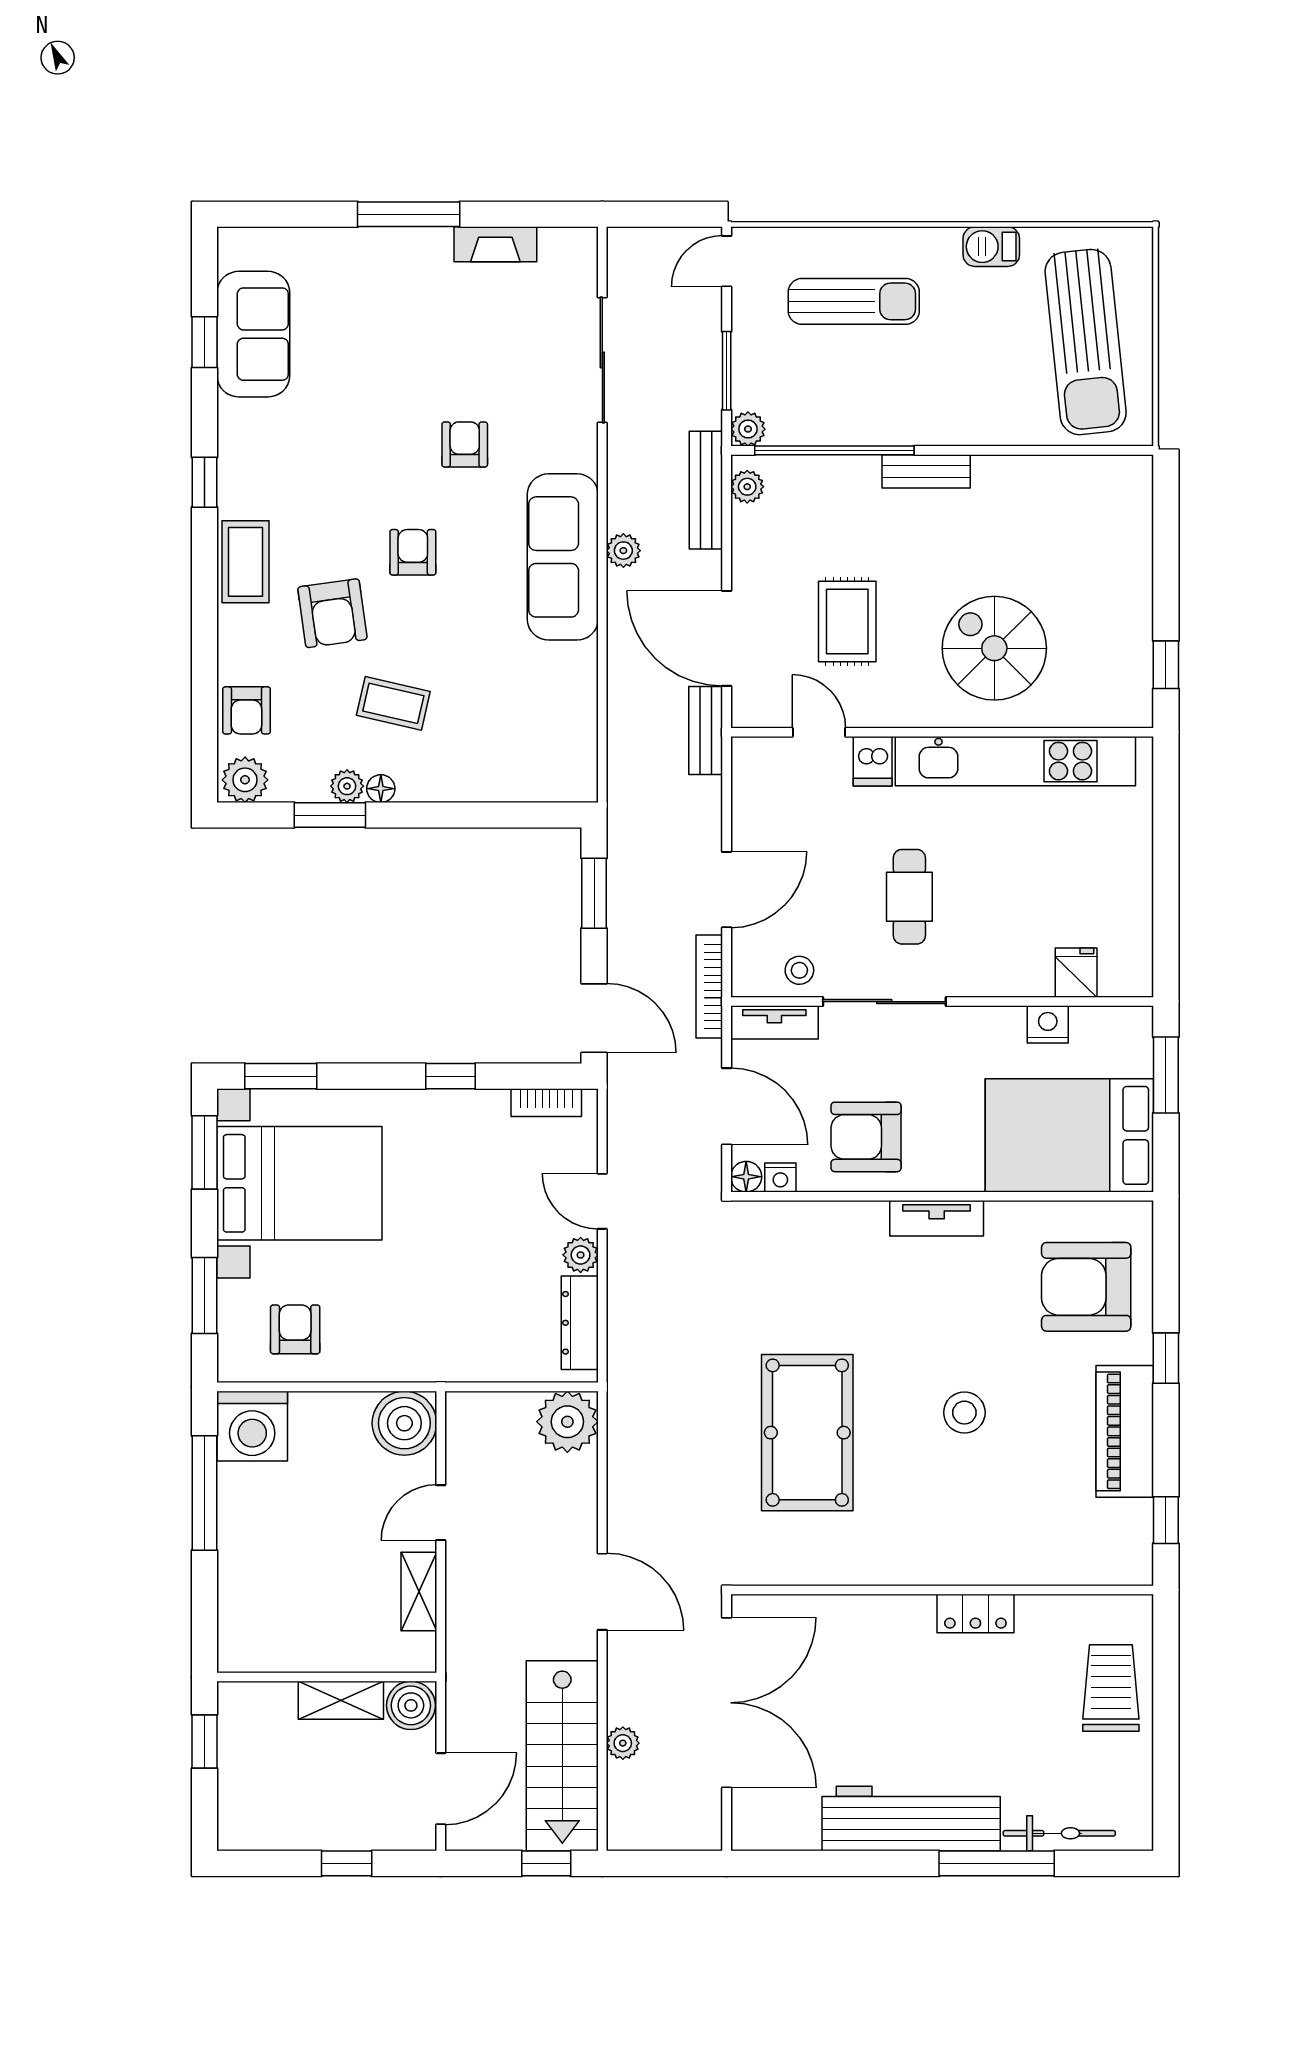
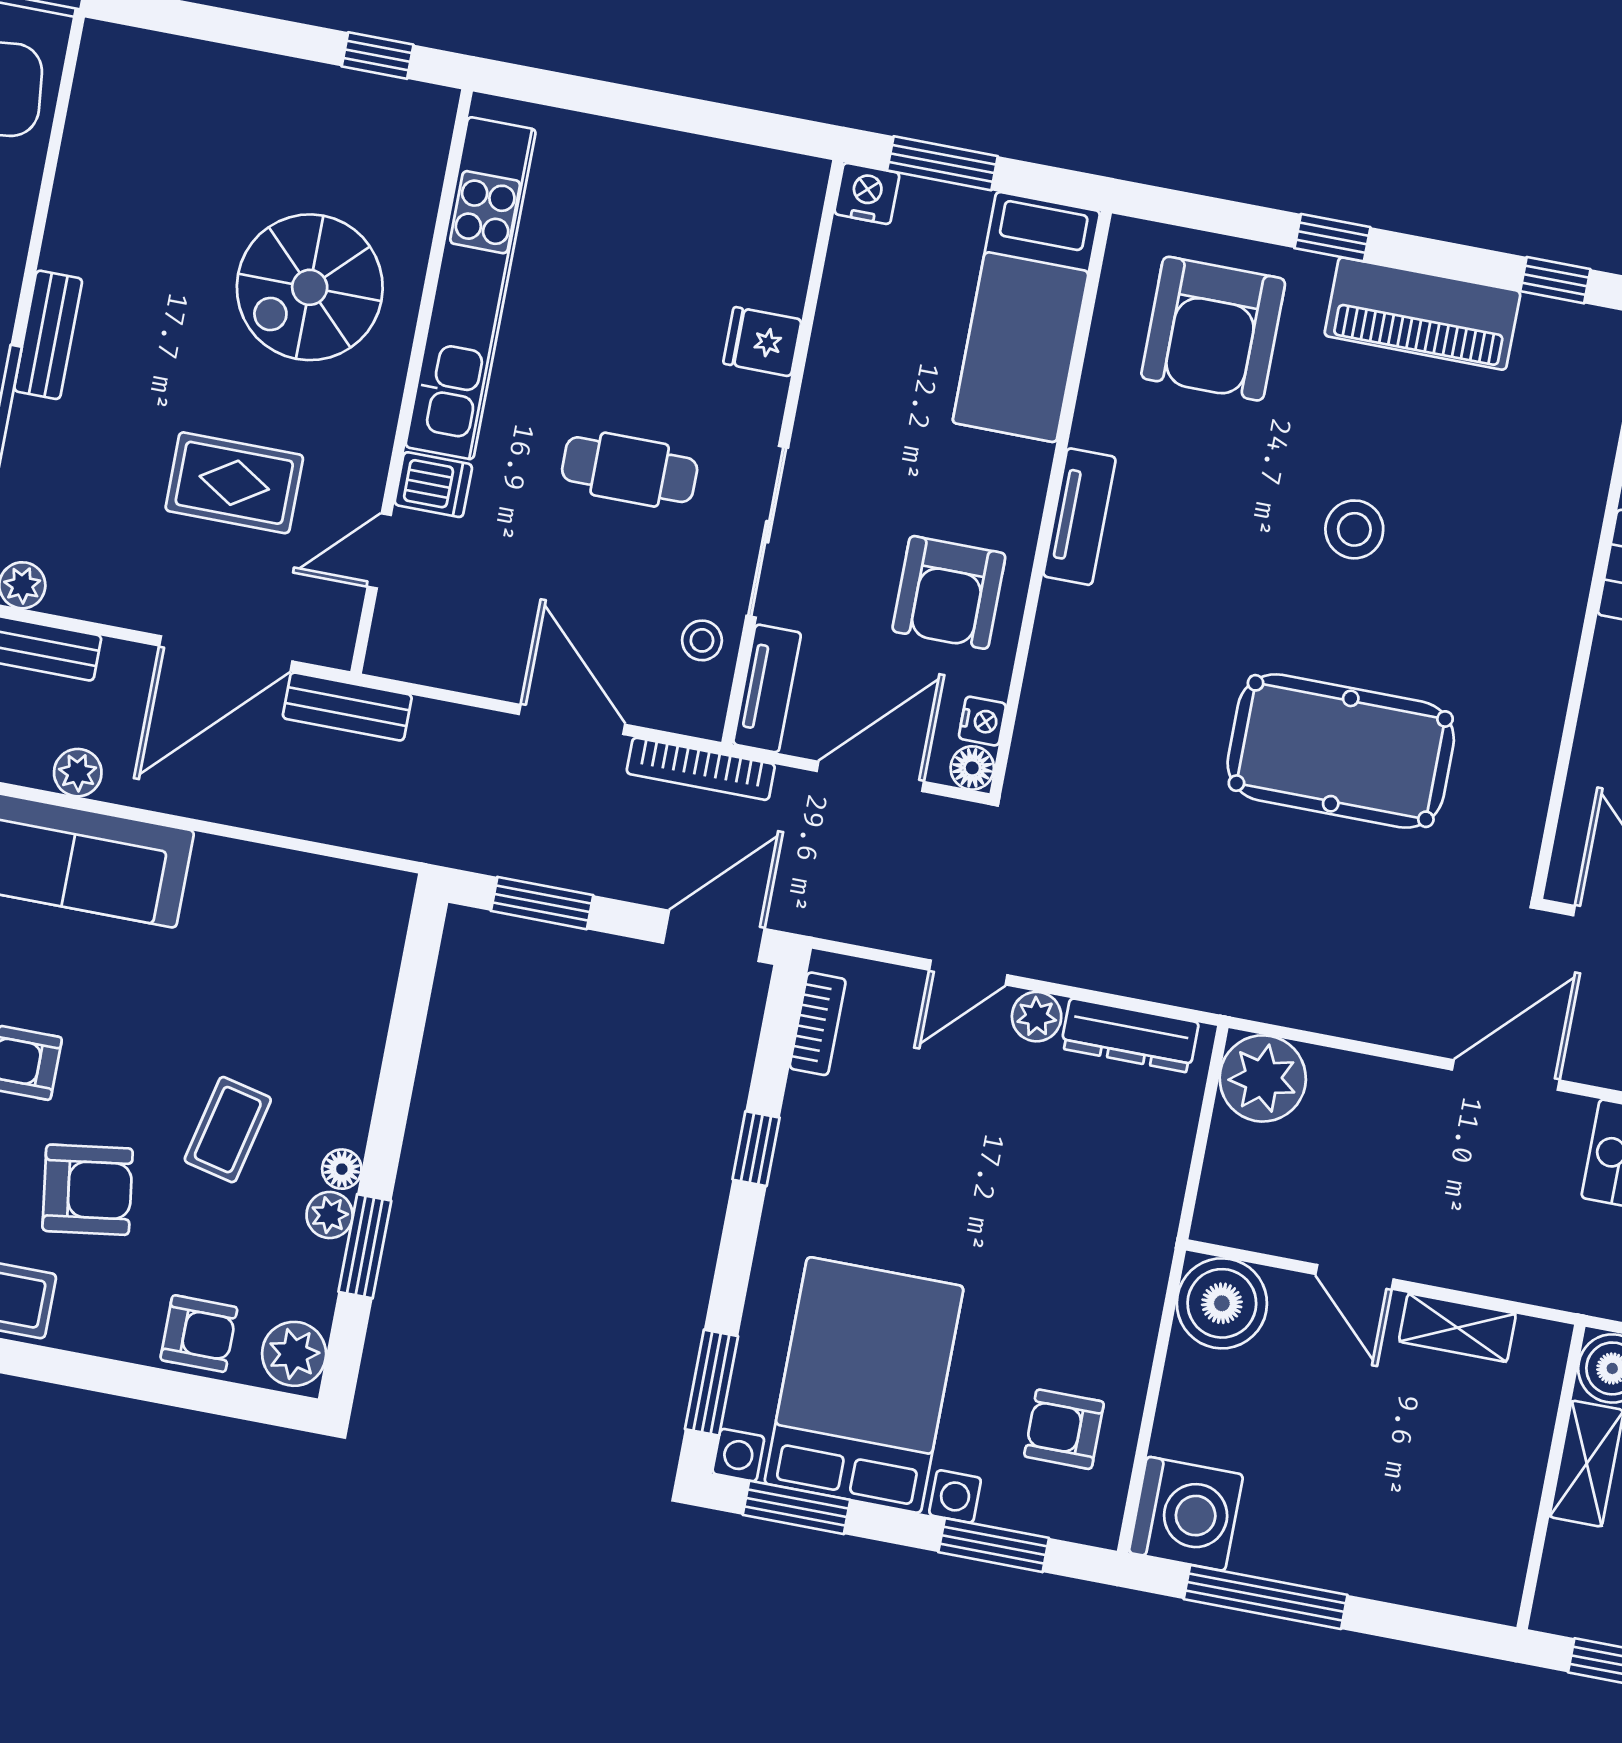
fridge: (1076, 973) -> (762, 342), moved
nightstand: (1048, 1024) -> (867, 193), moved, turned 90
bed: (1069, 1135) -> (1026, 317), width x0.67

